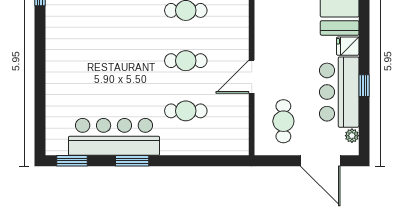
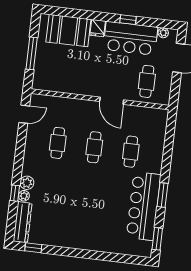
cafe table: (283, 121) -> (147, 81), turned 90

